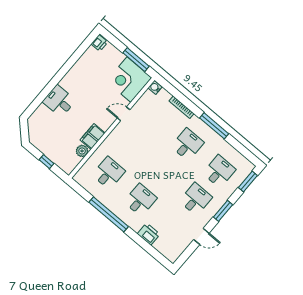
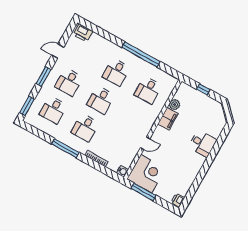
desk: (164, 172) -> (101, 100), added
printer: (149, 234) -> (83, 33), moved

